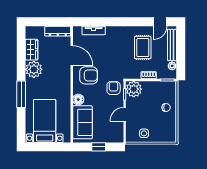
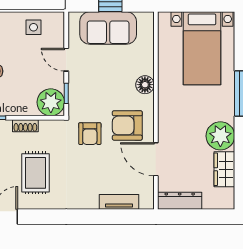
armchair: (114, 88) -> (90, 134), moved
door: (125, 114) -> (66, 60), swing flipped
sofa: (82, 122) -> (108, 28), moved, turned -90

